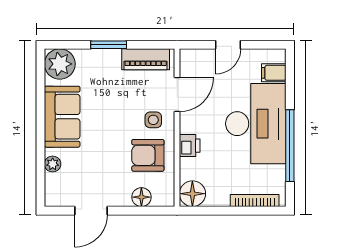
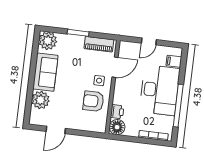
printer: (190, 146) -> (117, 112), moved
plant: (53, 164) -> (40, 100), width x1.87, depth x1.87
floor lamp: (141, 197) -> (87, 125), removed

